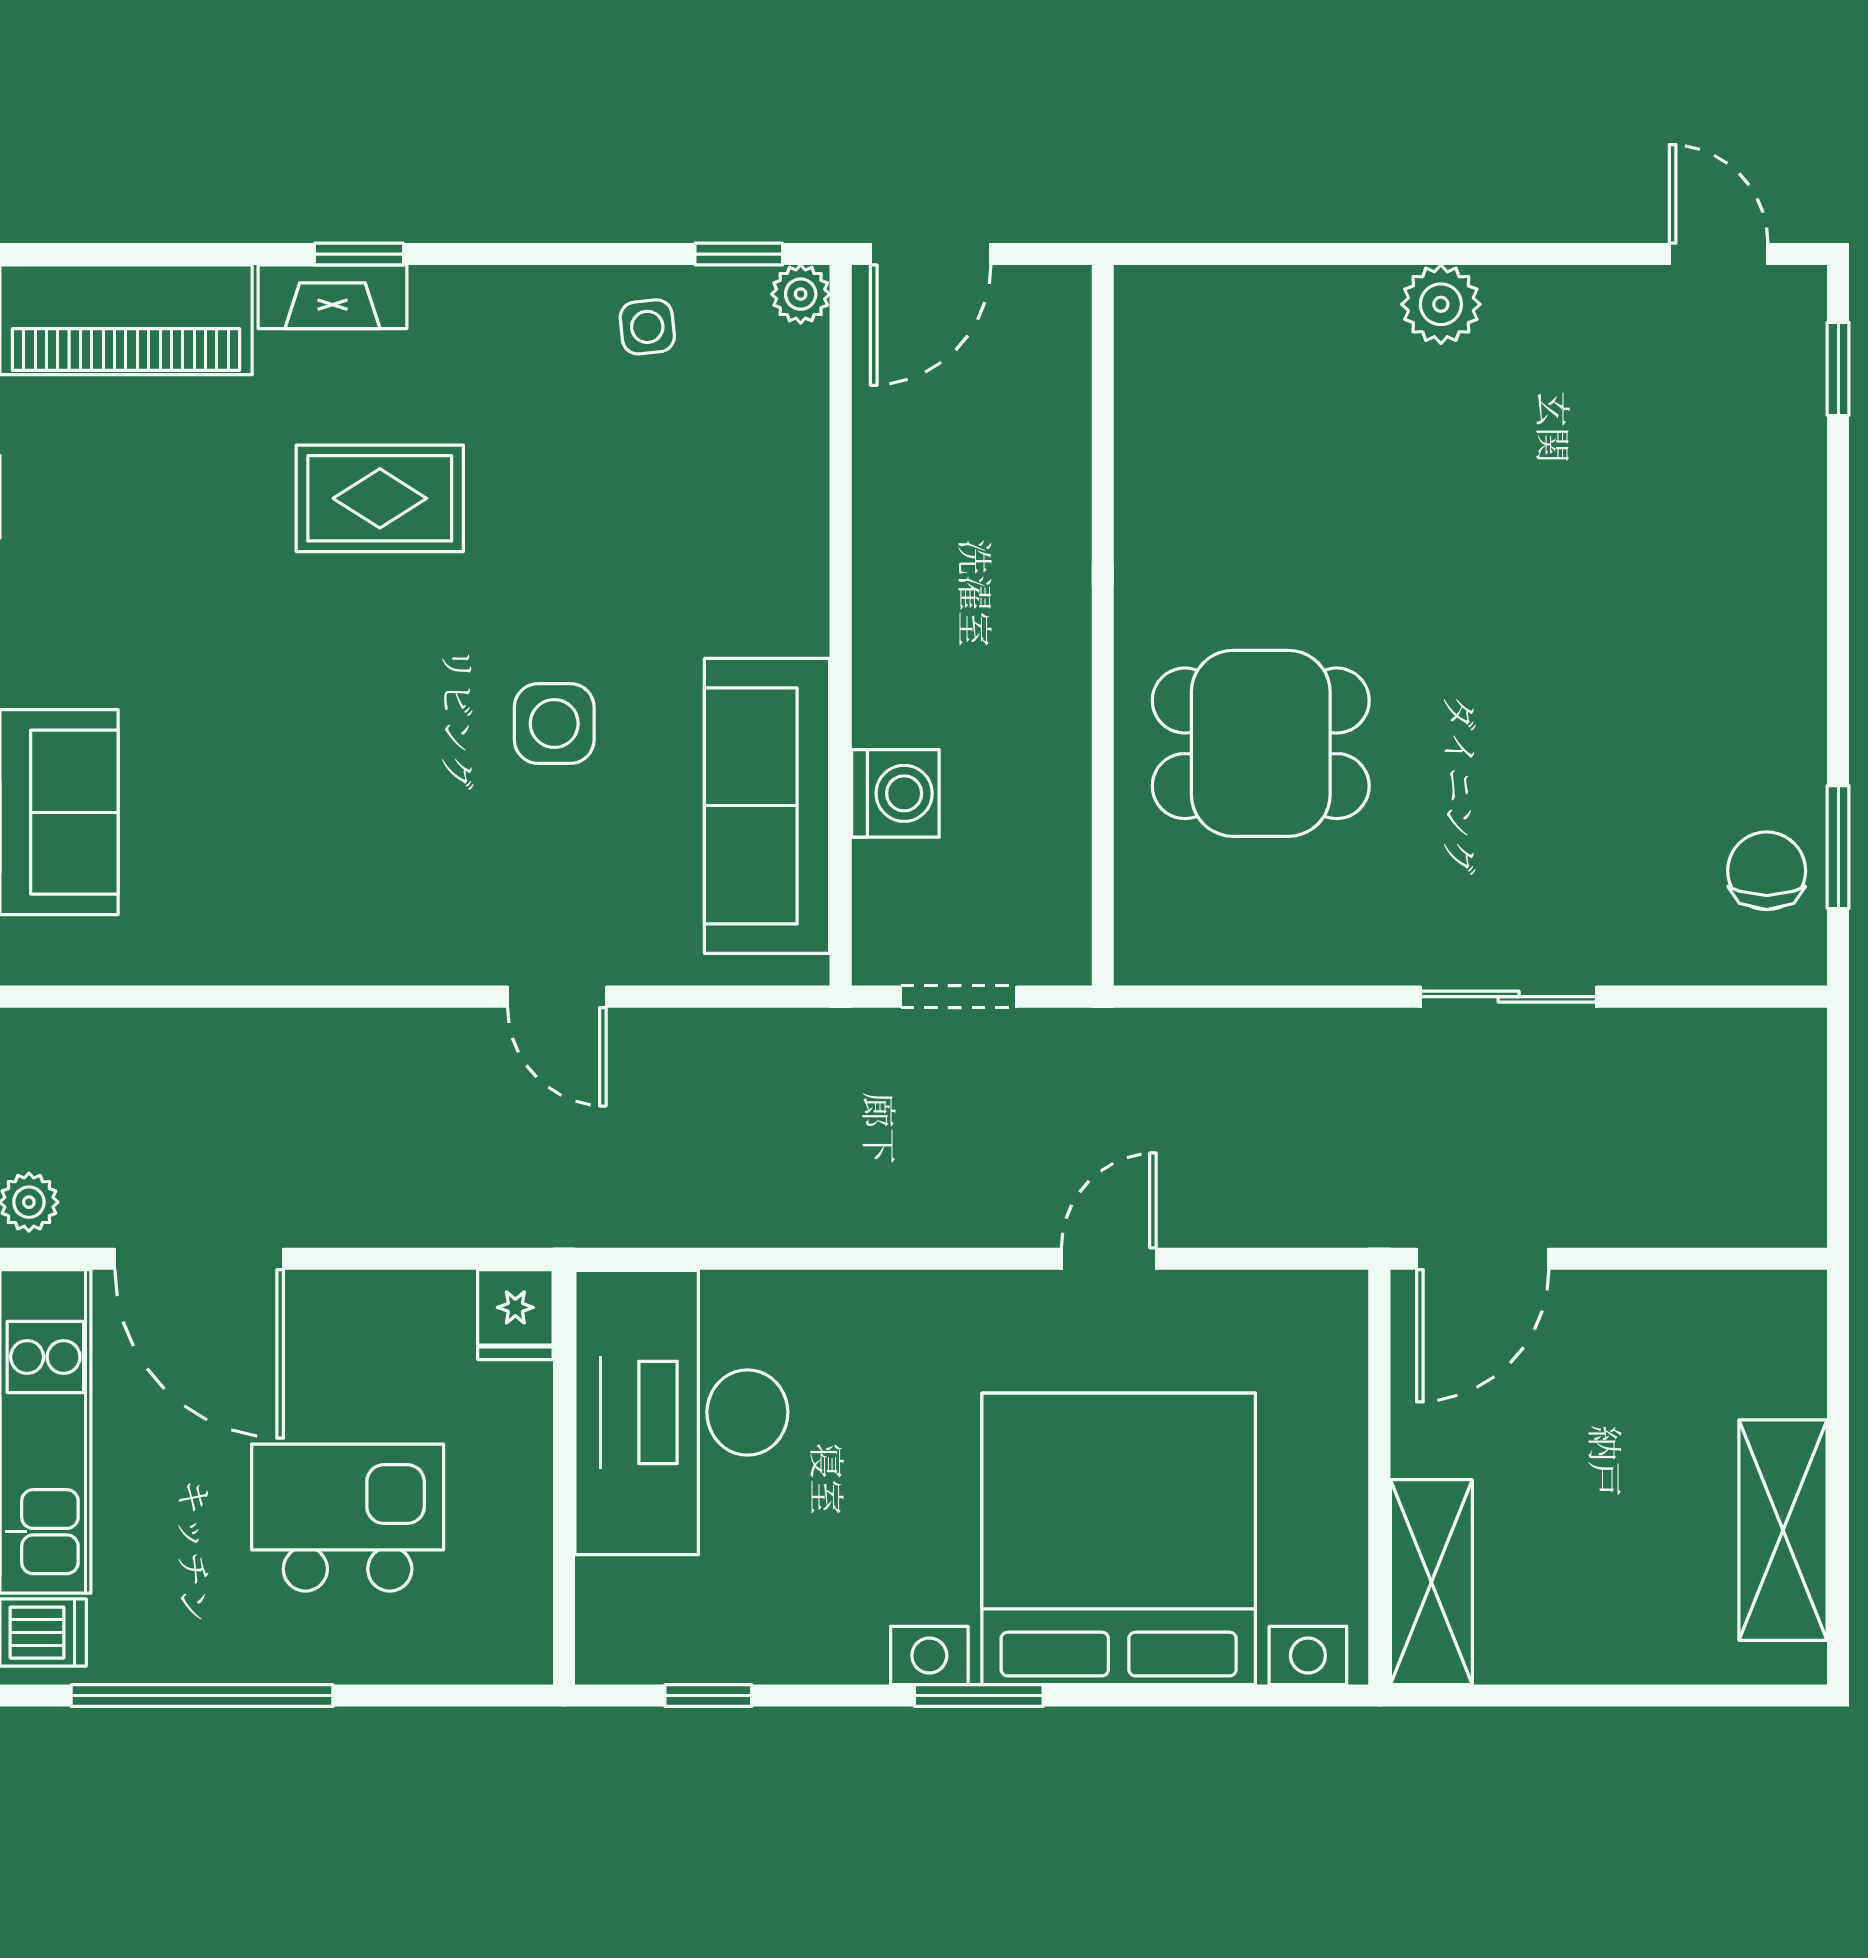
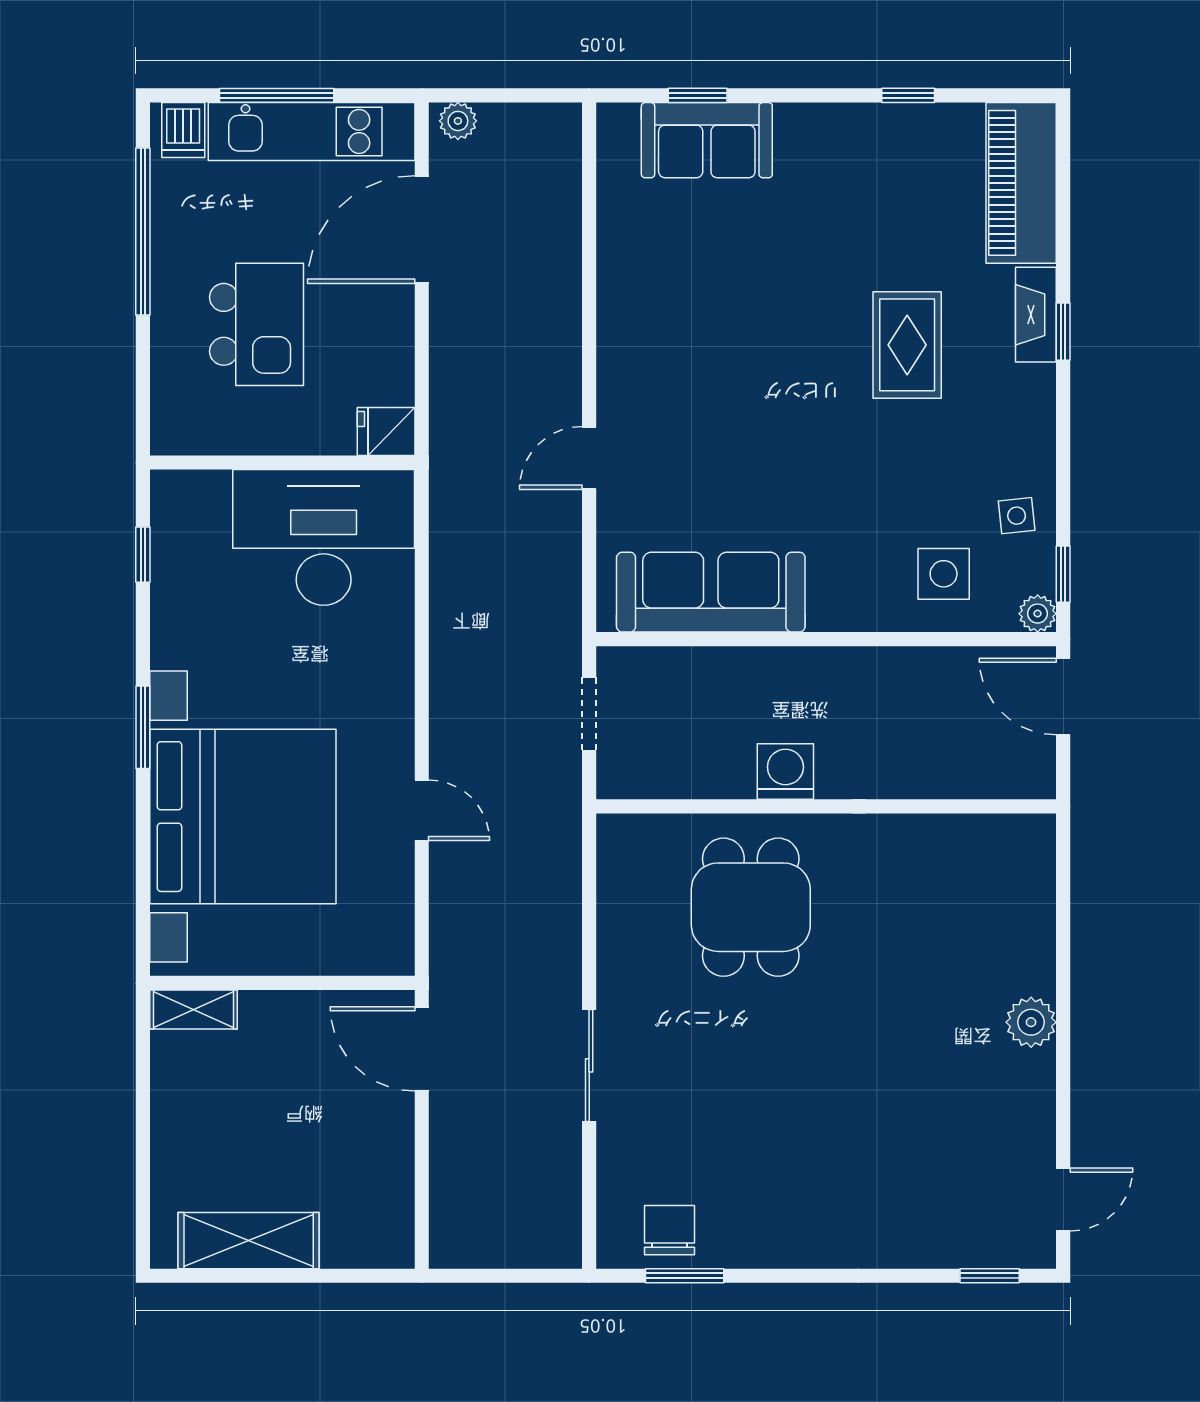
side table: (554, 724) -> (944, 574), moved
washing machine: (895, 793) -> (785, 771), moved, turned 180
chair: (1767, 871) -> (669, 1230), turned -90
shelving: (1431, 1582) -> (194, 1010), width x0.67, depth x0.75

